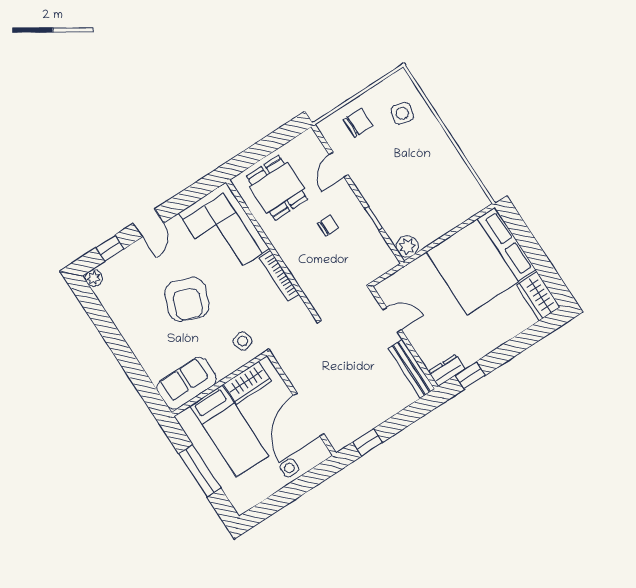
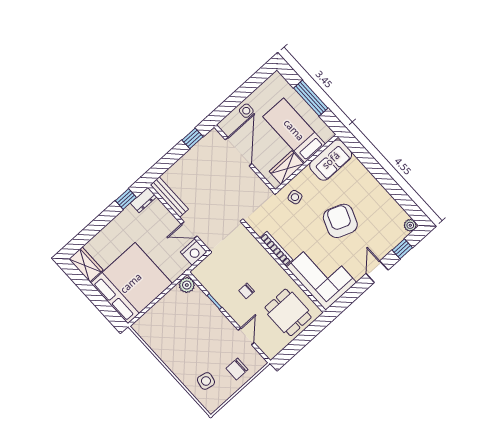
nightstand: (391, 289) -> (194, 252), added

